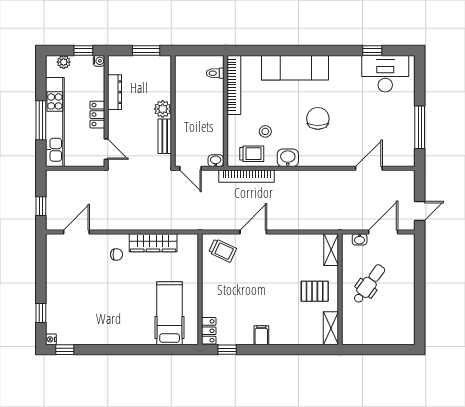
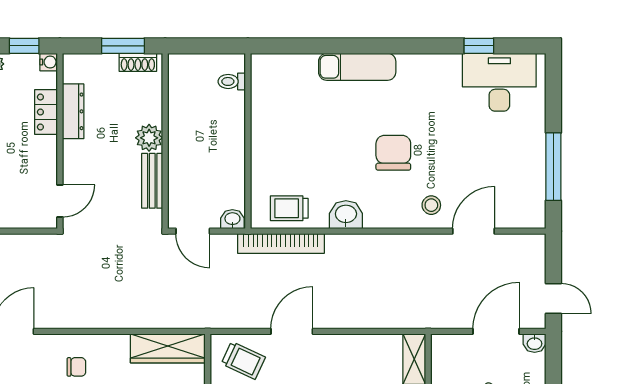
shoe rack: (156, 61) -> (138, 62), added
exam couch: (295, 68) -> (357, 67), width x0.73, depth x0.69
bookcase: (234, 85) -> (261, 100), removed
locker: (97, 115) -> (46, 112), moved
stool: (265, 131) -> (431, 205), moved
door: (106, 149) -> (60, 201), hinge flipped
trolley: (252, 154) -> (289, 208), turned 180
door: (420, 211) -> (553, 299), hinge flipped
washbasin: (360, 239) -> (535, 343), moved
wardrobe: (153, 243) -> (168, 348), moved

